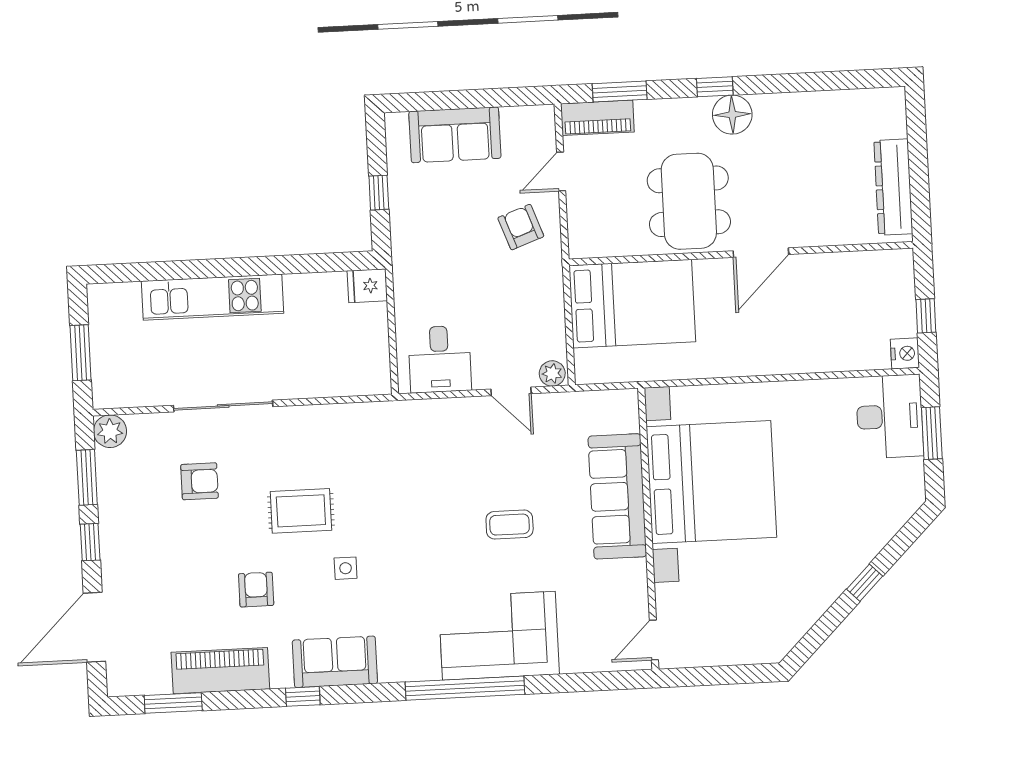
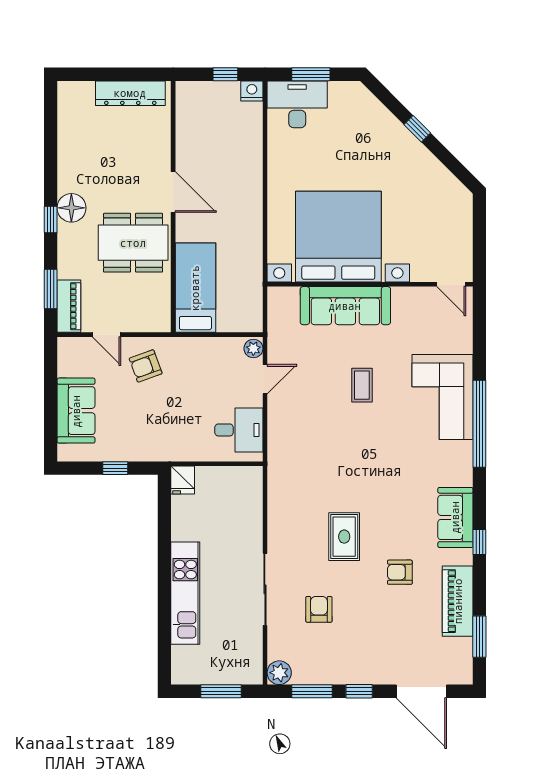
bed: (632, 304) -> (195, 288), width x0.67
side table: (346, 568) -> (388, 506), removed

